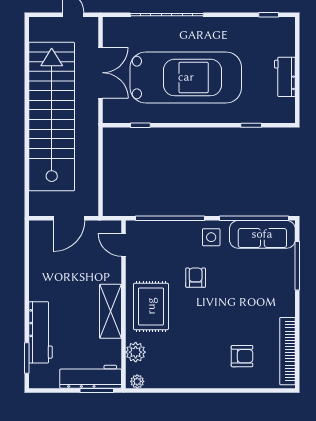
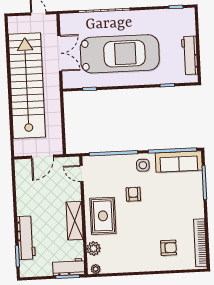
workbench: (285, 77) -> (190, 55), width x1.38
workbench: (91, 377) -> (69, 267), width x0.73

